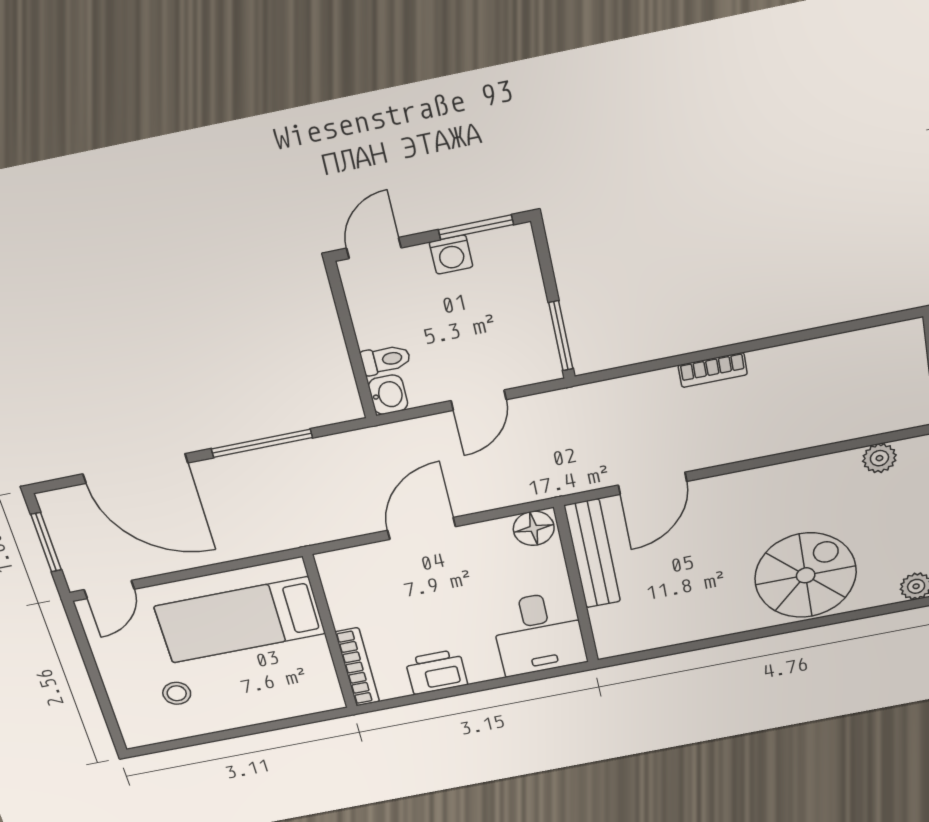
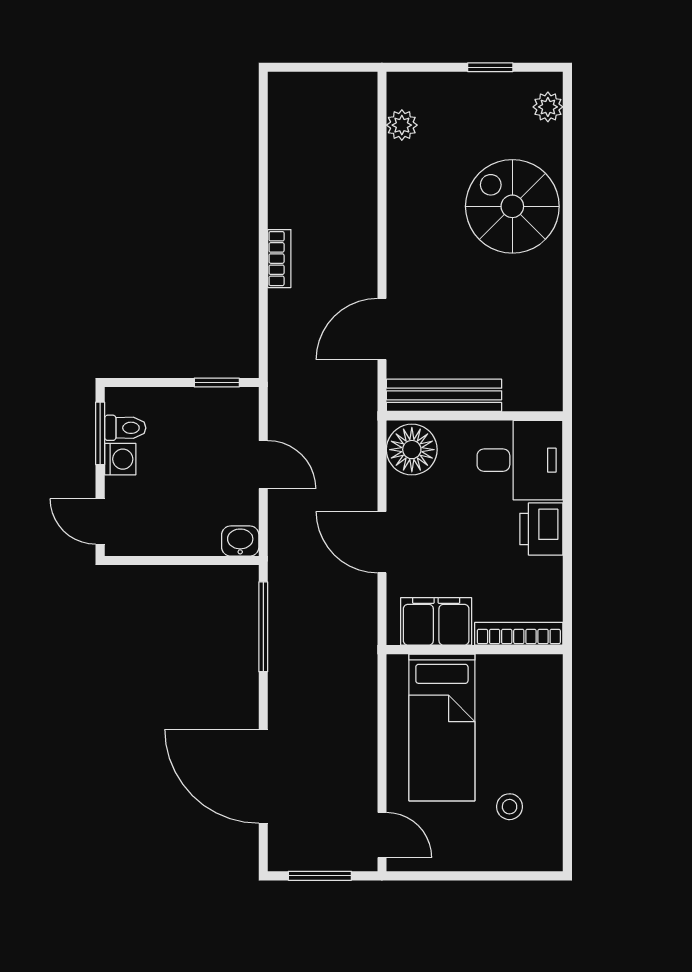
window: (561, 336) -> (217, 382), width x0.67
toilet: (386, 360) -> (125, 428), moved, turned 90
window: (262, 443) -> (263, 627), moved
door: (135, 469) -> (263, 776), swing flipped
door: (652, 483) -> (382, 329), swing flipped
floor lamp: (534, 528) -> (412, 450), width x1.38, depth x1.38
filing cabinet: (350, 593) -> (436, 621), added
printer: (436, 672) -> (541, 529), moved

